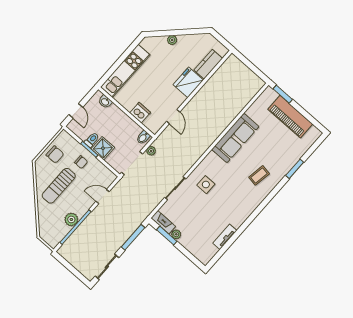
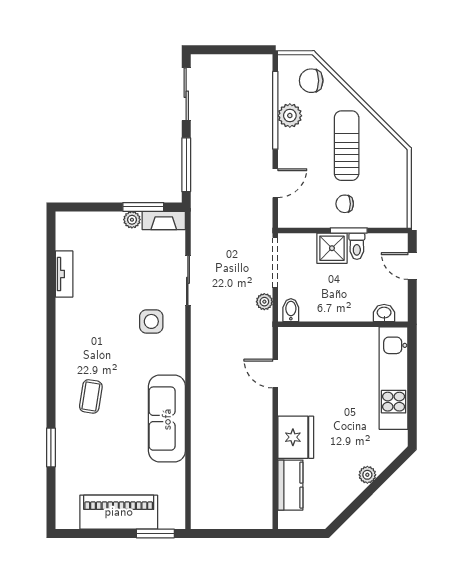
dishwasher: (140, 113) -> (324, 340), removed
chair: (55, 154) -> (311, 81), moved

